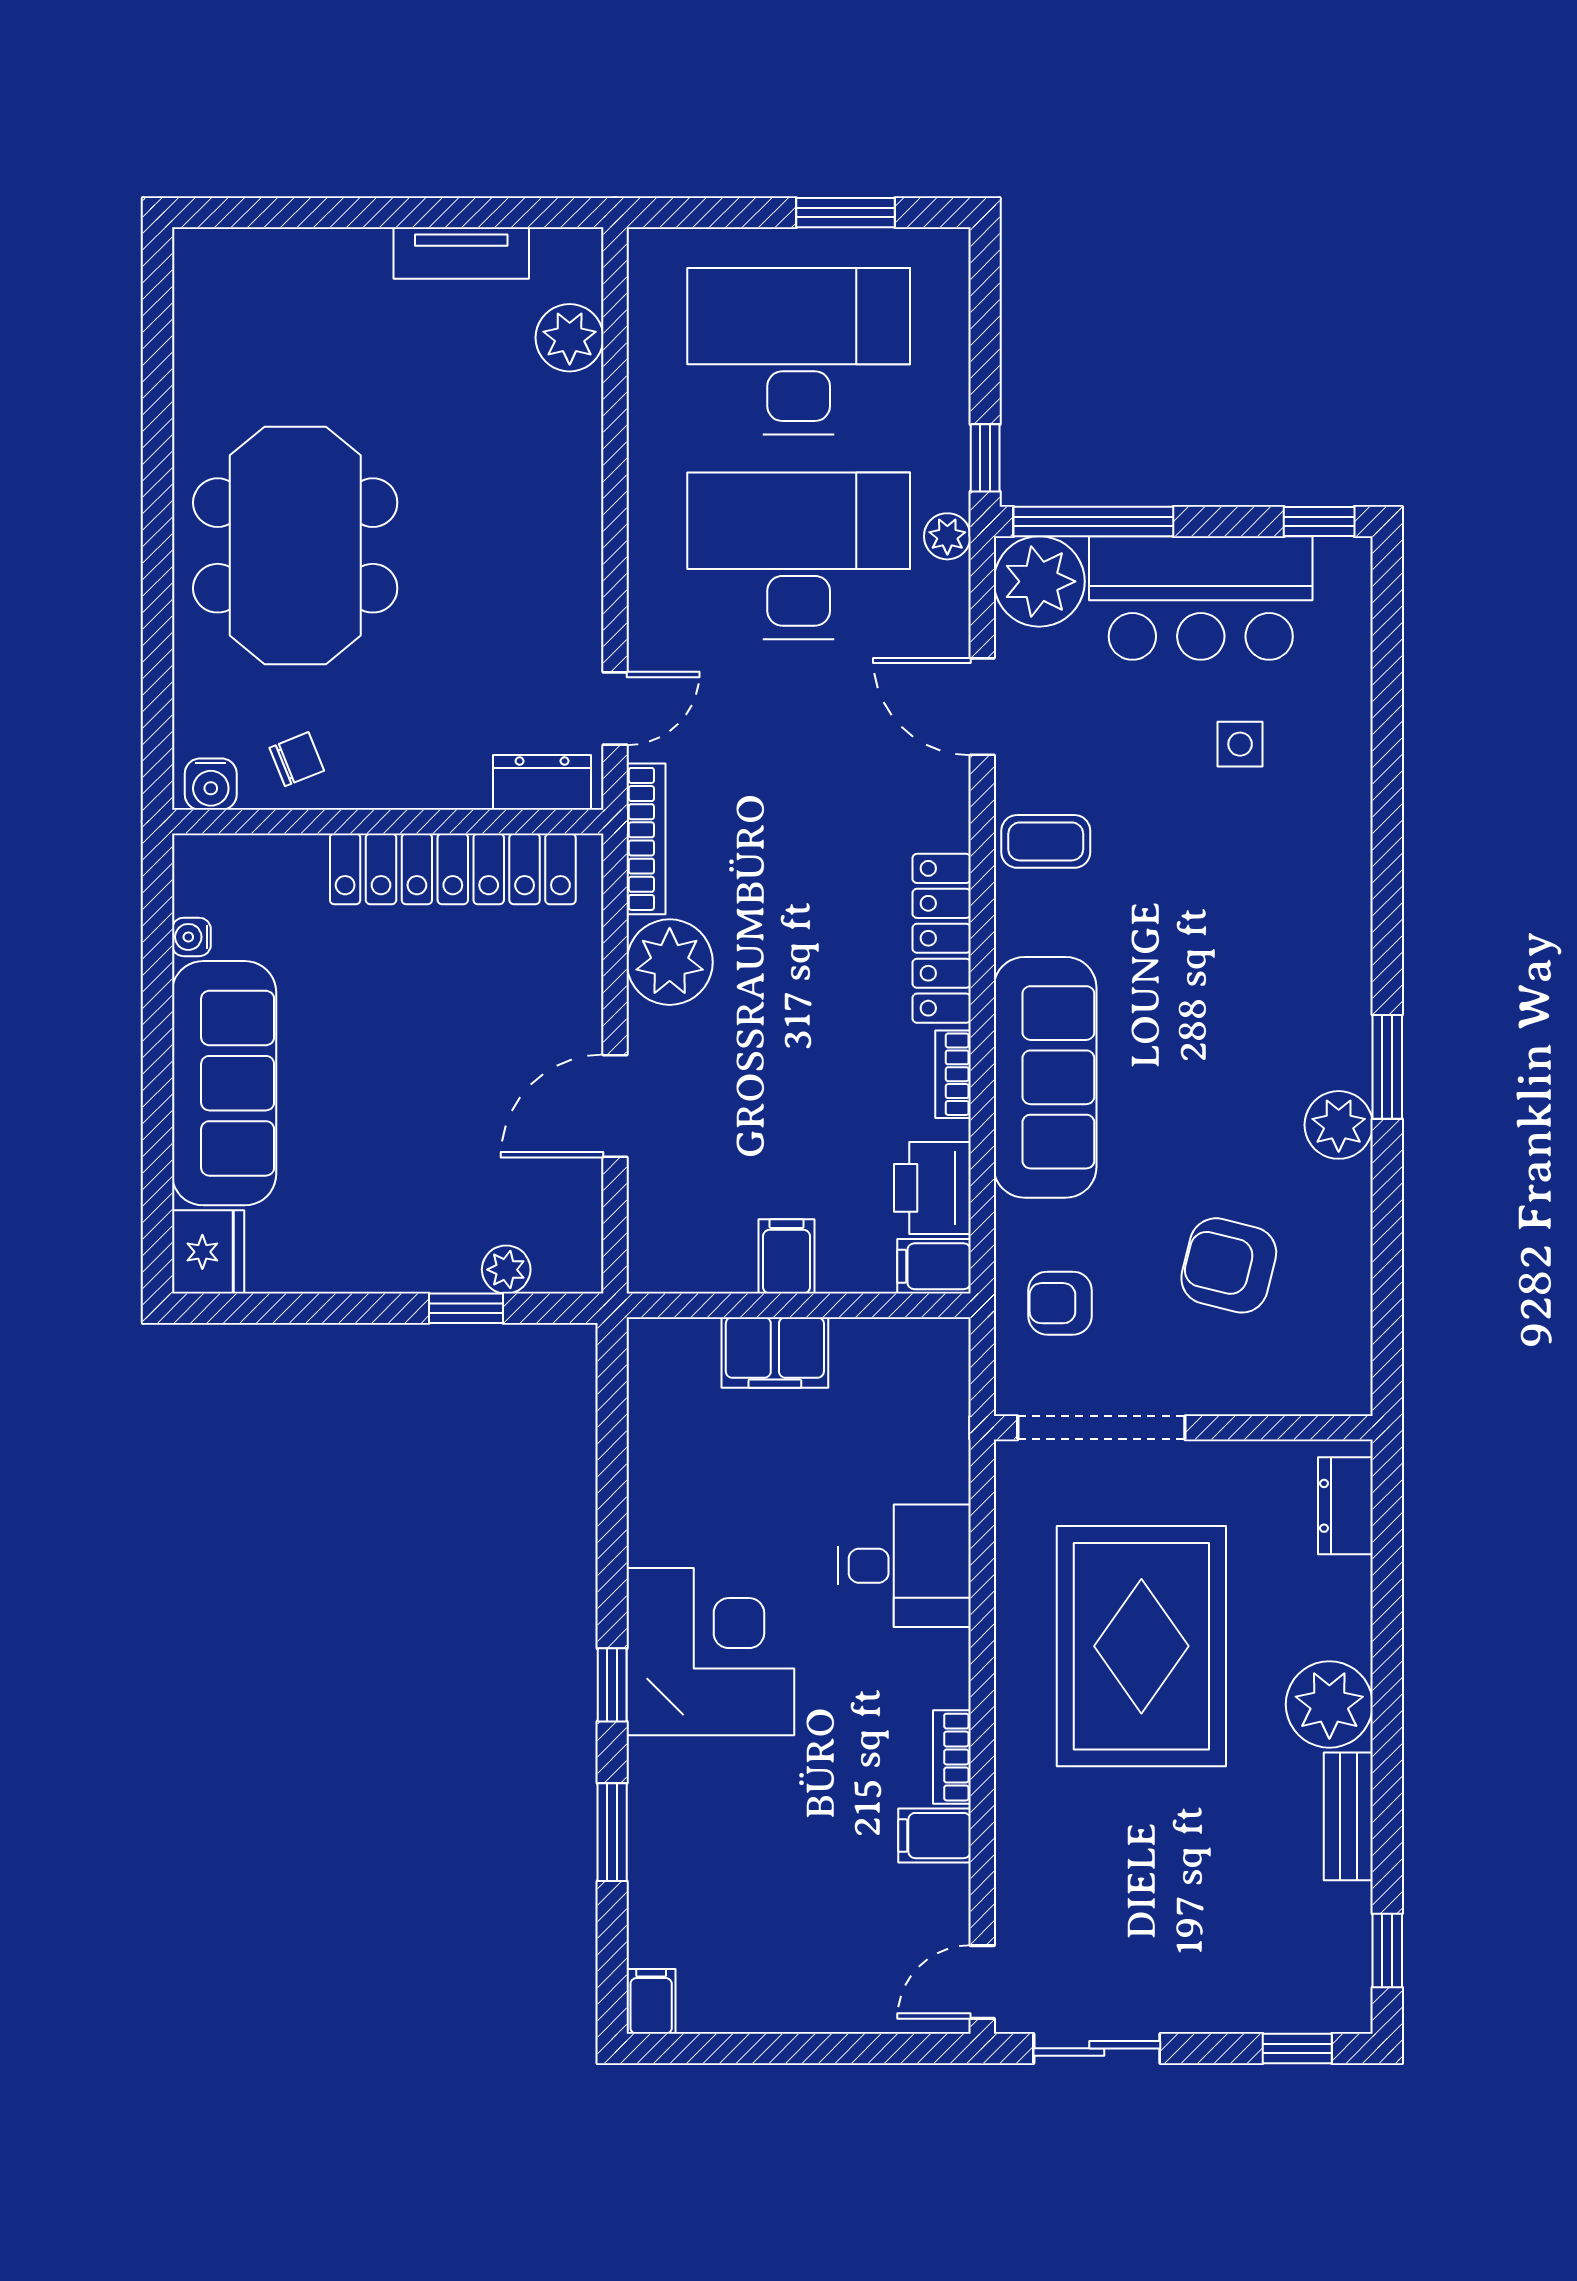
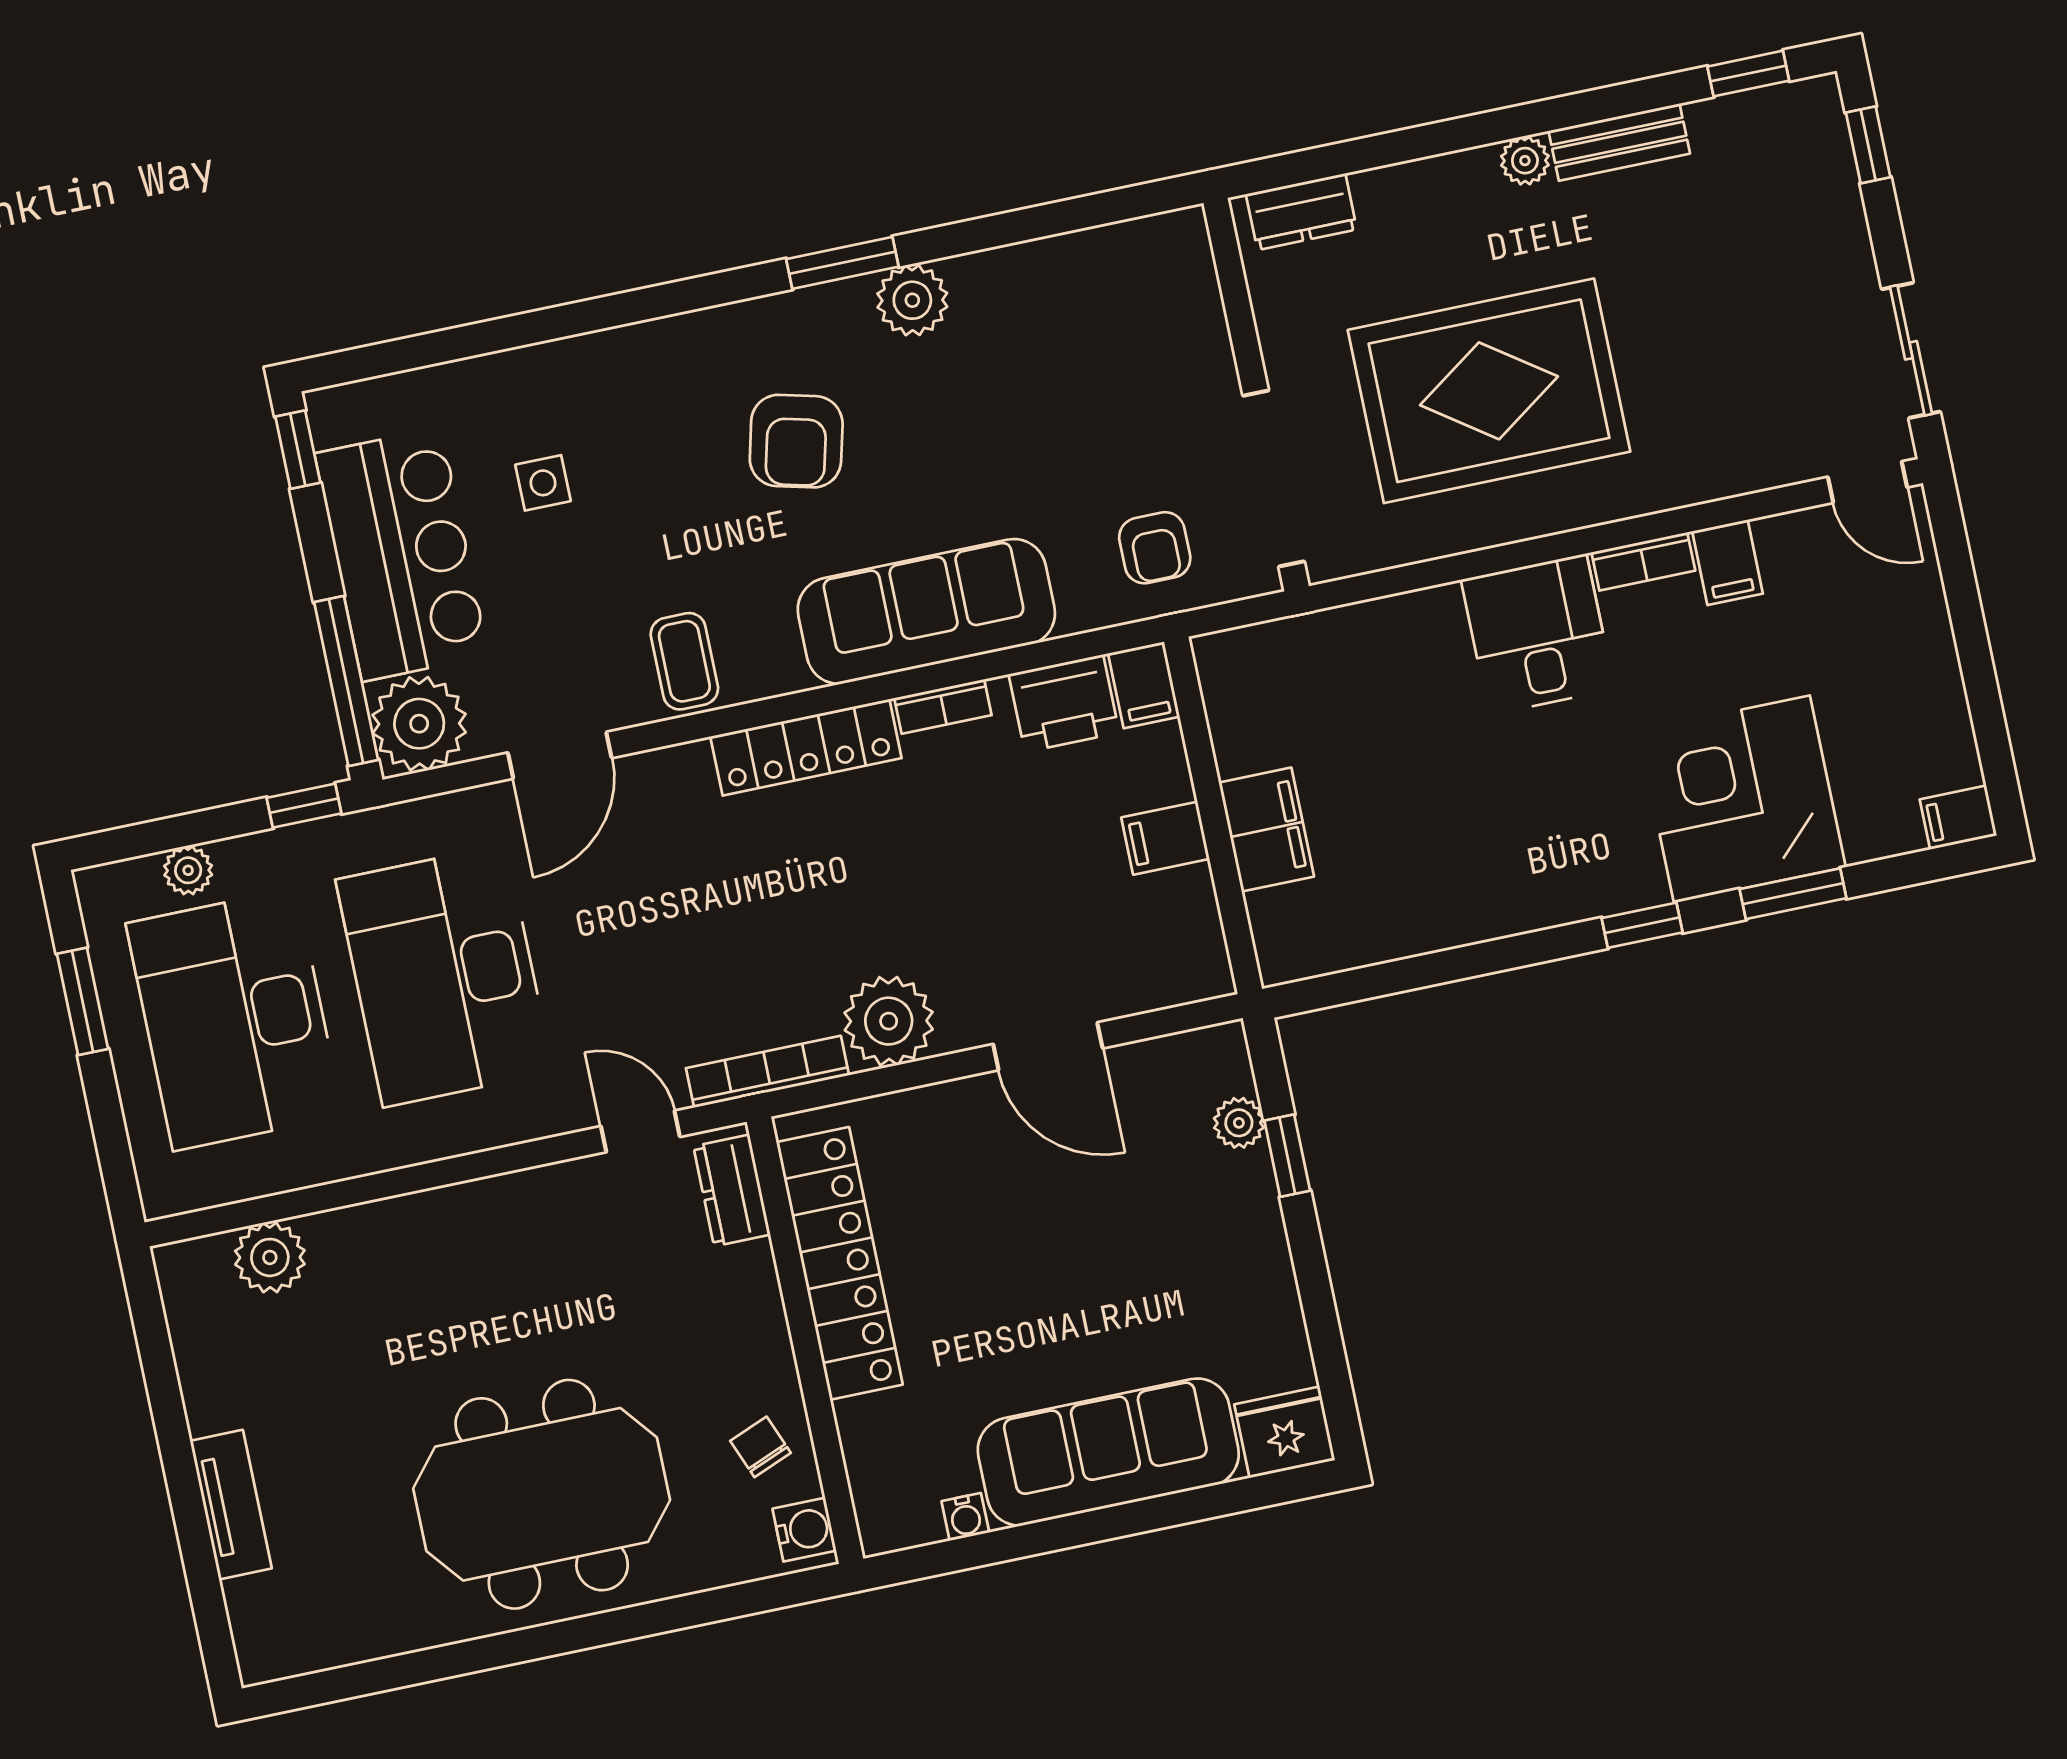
tv unit: (461, 253) -> (231, 1505), moved
plant: (947, 536) -> (188, 870), moved
armchair: (1229, 1265) -> (796, 441), moved
desk: (904, 1566) -> (1538, 634), moved
corner desk: (710, 1652) -> (1742, 799), moved
plant: (1329, 1704) -> (1525, 161), width x0.53, depth x0.53

